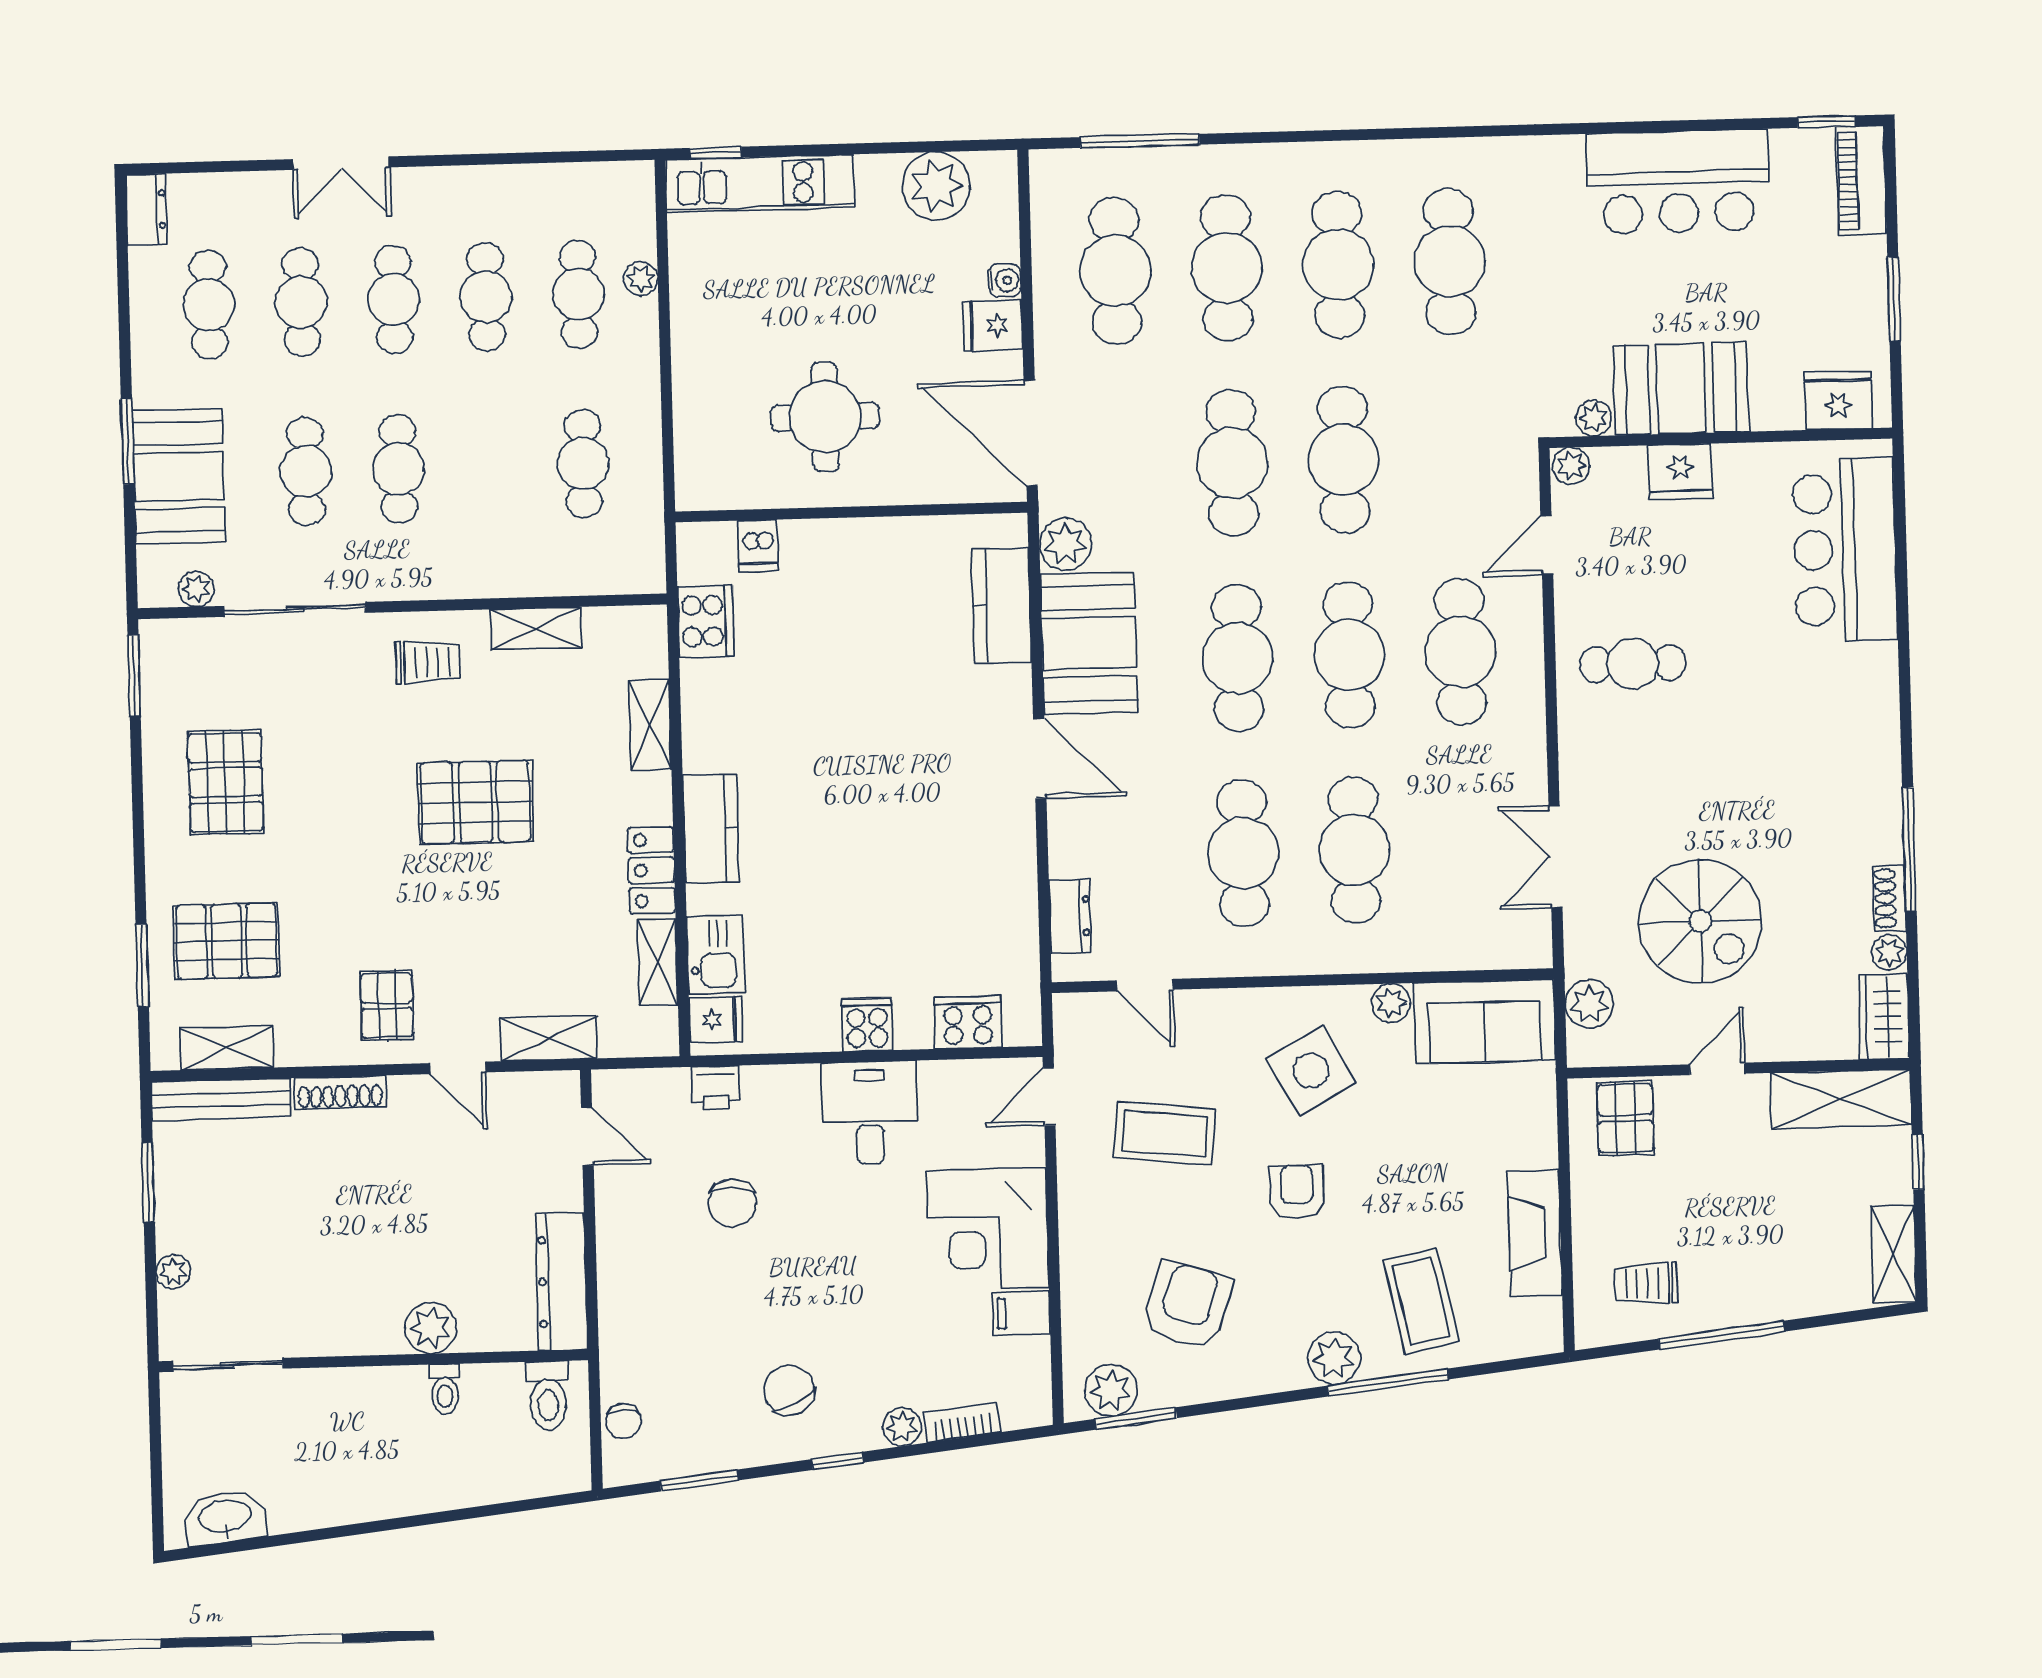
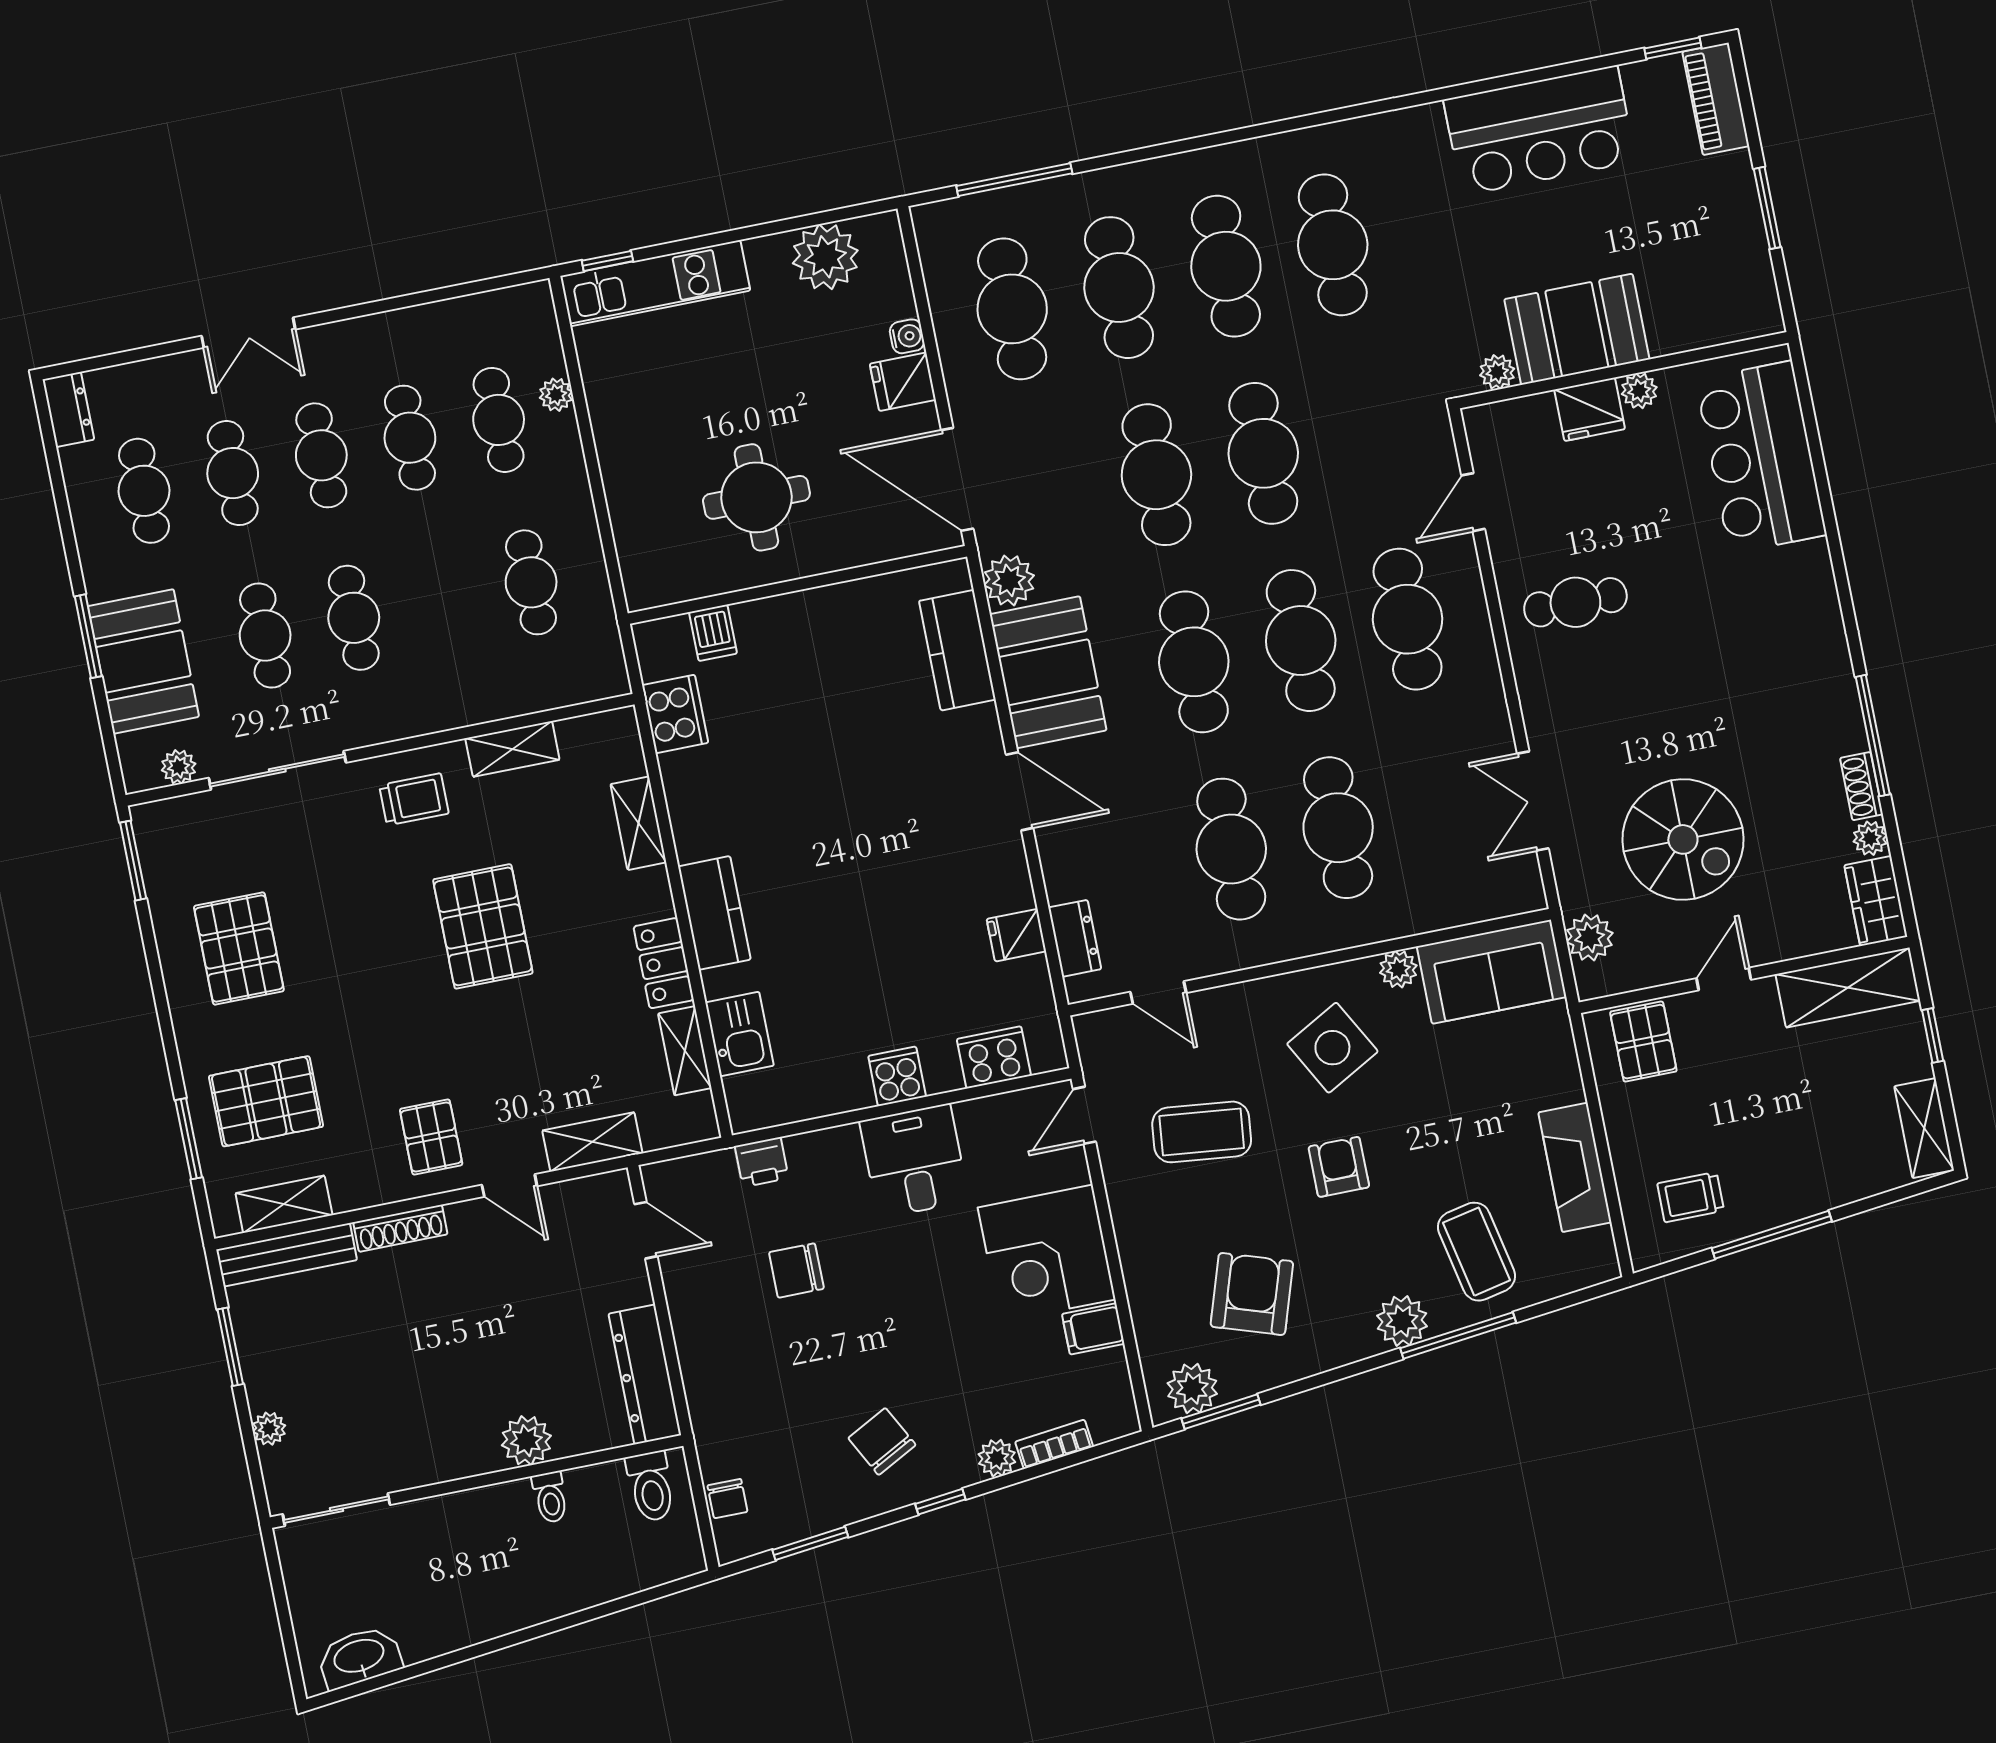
fridge: (1838, 400) -> (1730, 315), removed
plant: (1571, 466) -> (1639, 391), moved
pallet: (475, 802) -> (483, 926), turned 90
fridge: (716, 1020) -> (1016, 935), moved, turned 180
chair: (732, 1203) -> (796, 1271), turned 90

